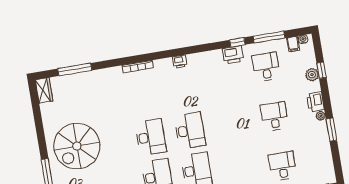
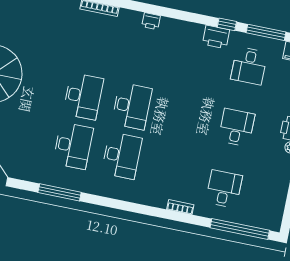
desk: (266, 67) -> (249, 66), turned 180

